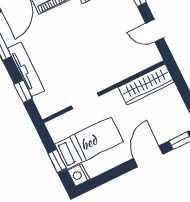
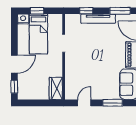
wardrobe: (146, 85) -> (56, 88), width x0.67
door: (148, 156) -> (14, 64), hinge flipped

